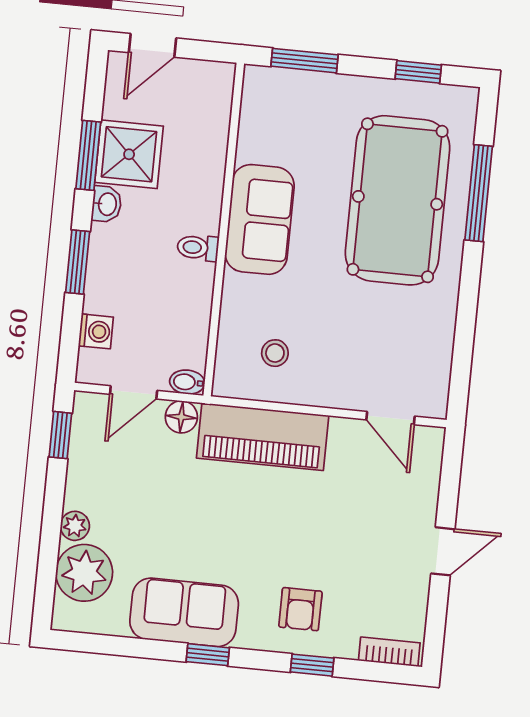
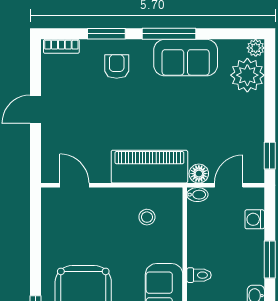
plant: (75, 526) -> (256, 48), moved
window: (208, 655) -> (169, 34), width x2.17
window: (312, 665) -> (106, 34), width x1.50

